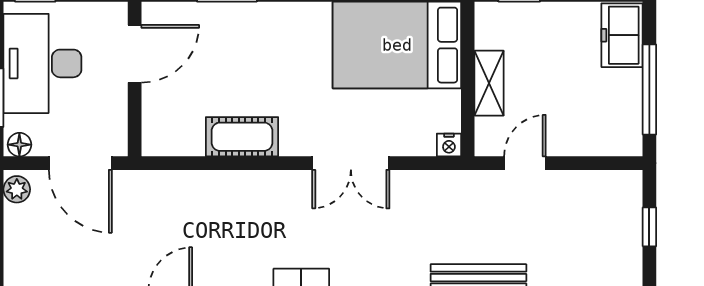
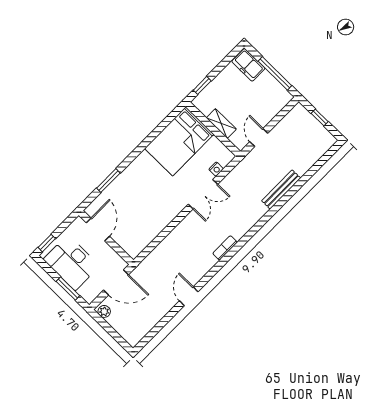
cot: (242, 137) -> (159, 221), removed
floor lamp: (19, 145) -> (90, 296), removed
nightstand: (449, 145) -> (216, 169), moved

